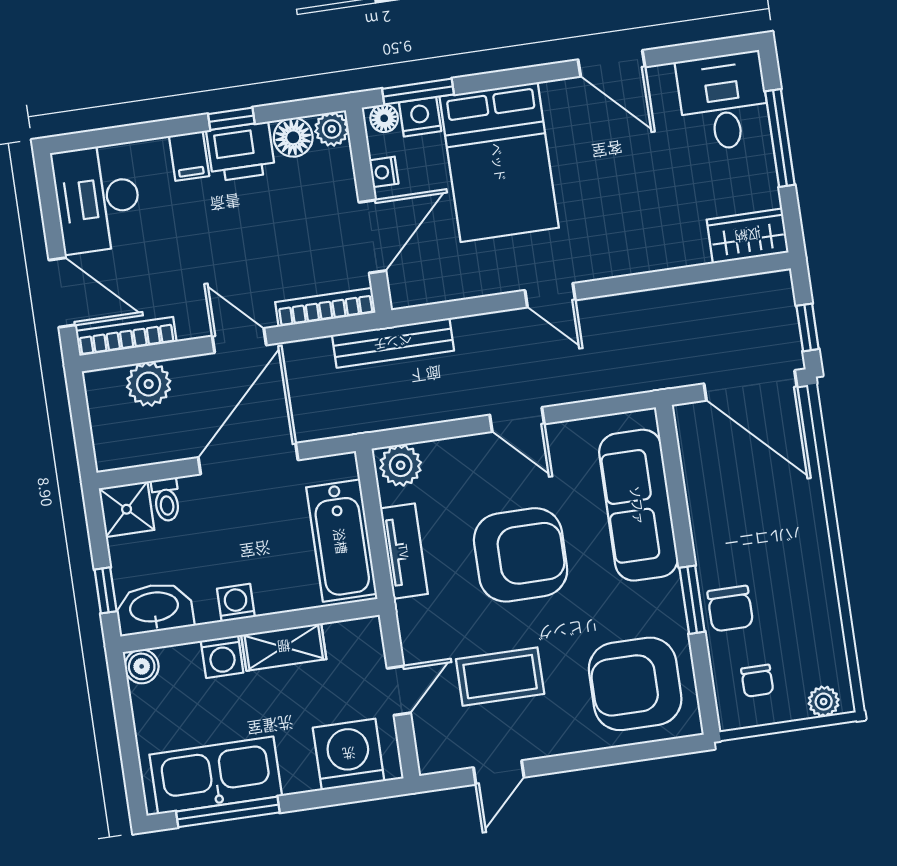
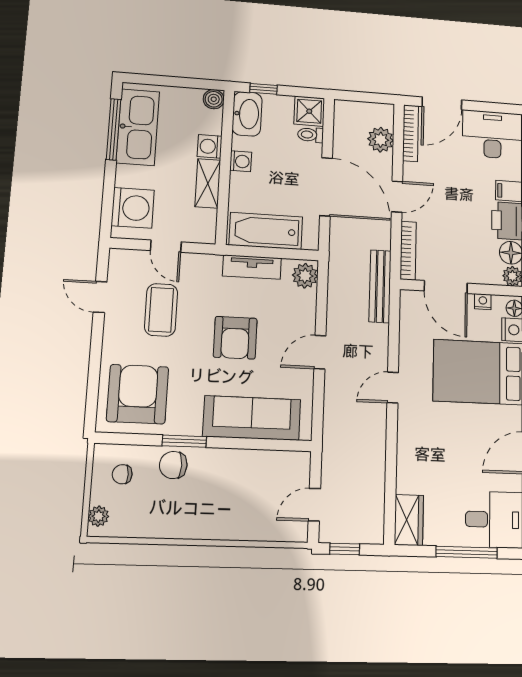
door: (751, 385) -> (314, 505), width x0.53
armchair: (521, 555) -> (235, 338), width x0.73, depth x0.73

